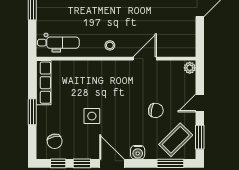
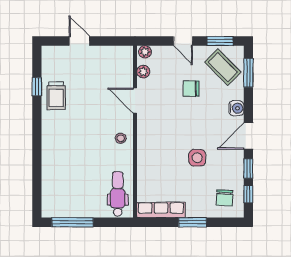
plant: (171, 66) -> (143, 72), added
chair: (156, 110) -> (191, 89), turned -100
chair: (55, 141) -> (225, 198), turned 106

